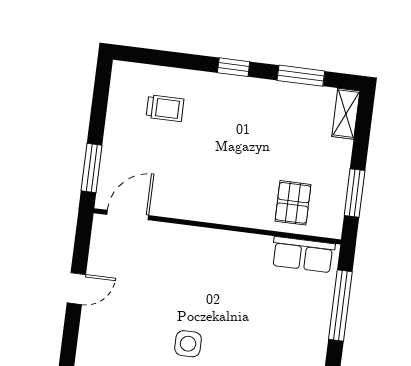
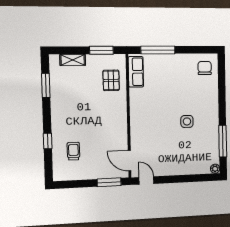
window: (234, 67) -> (48, 141), moved
shelving: (346, 114) -> (73, 60), moved
pallet: (293, 203) -> (111, 80), turned 90
door: (76, 289) -> (146, 180), moved

